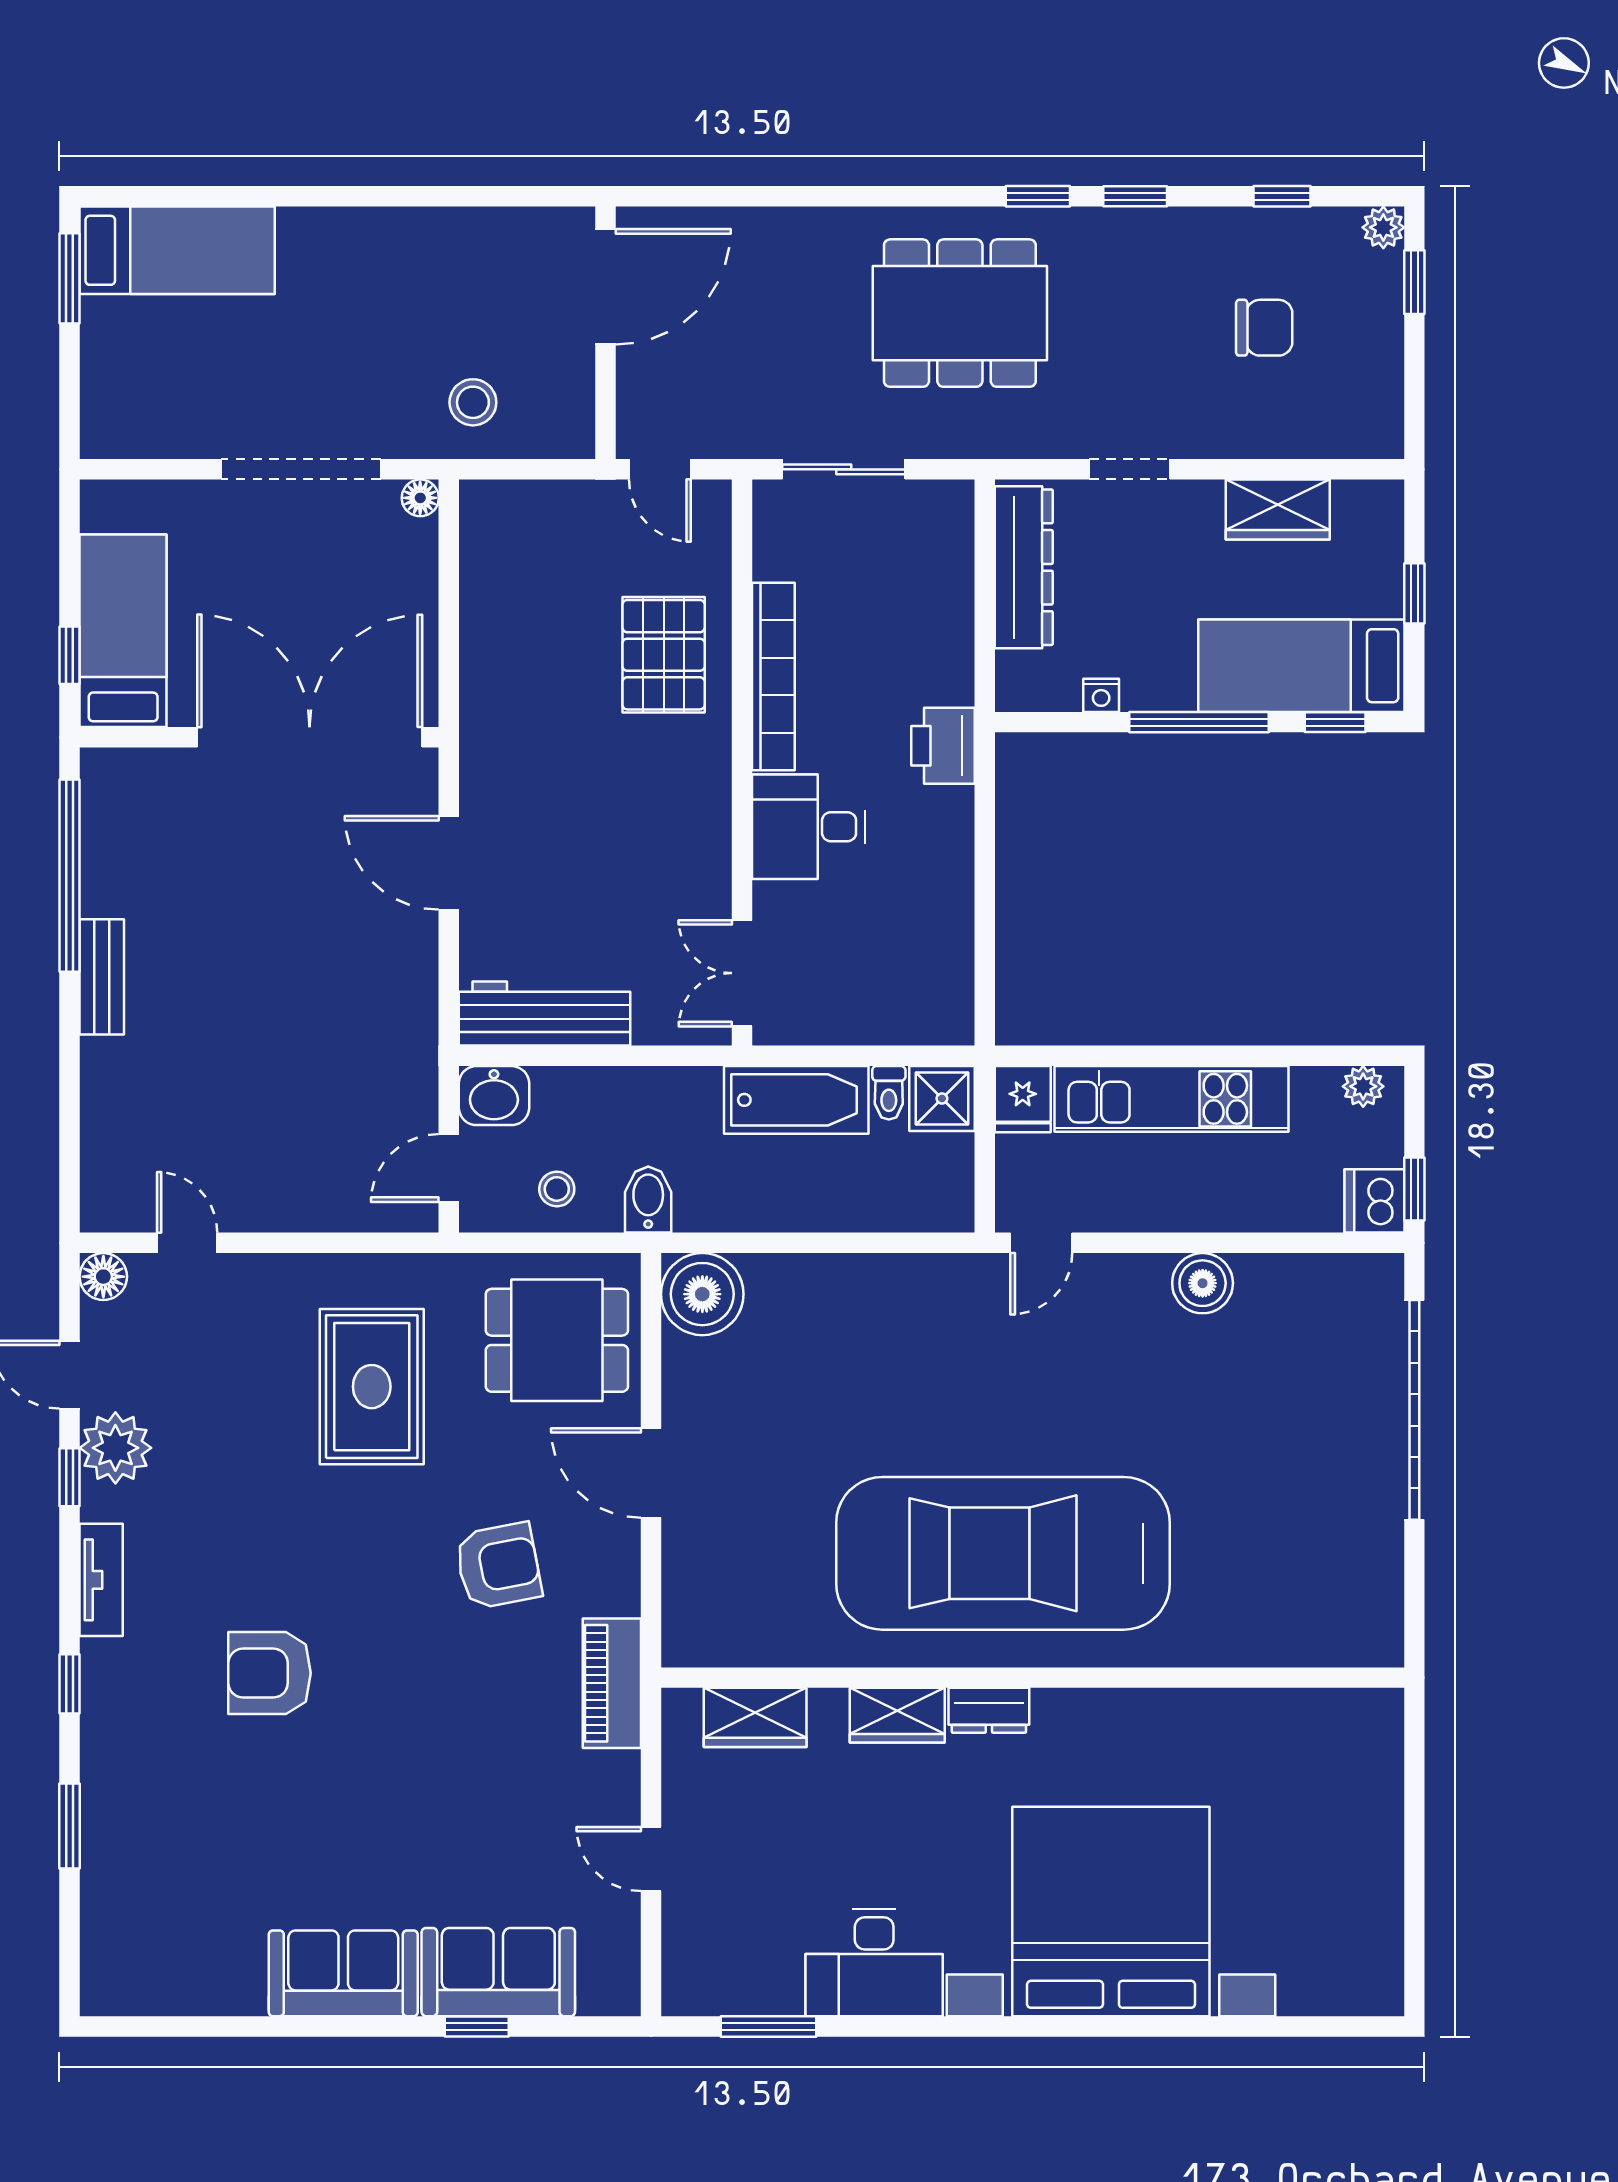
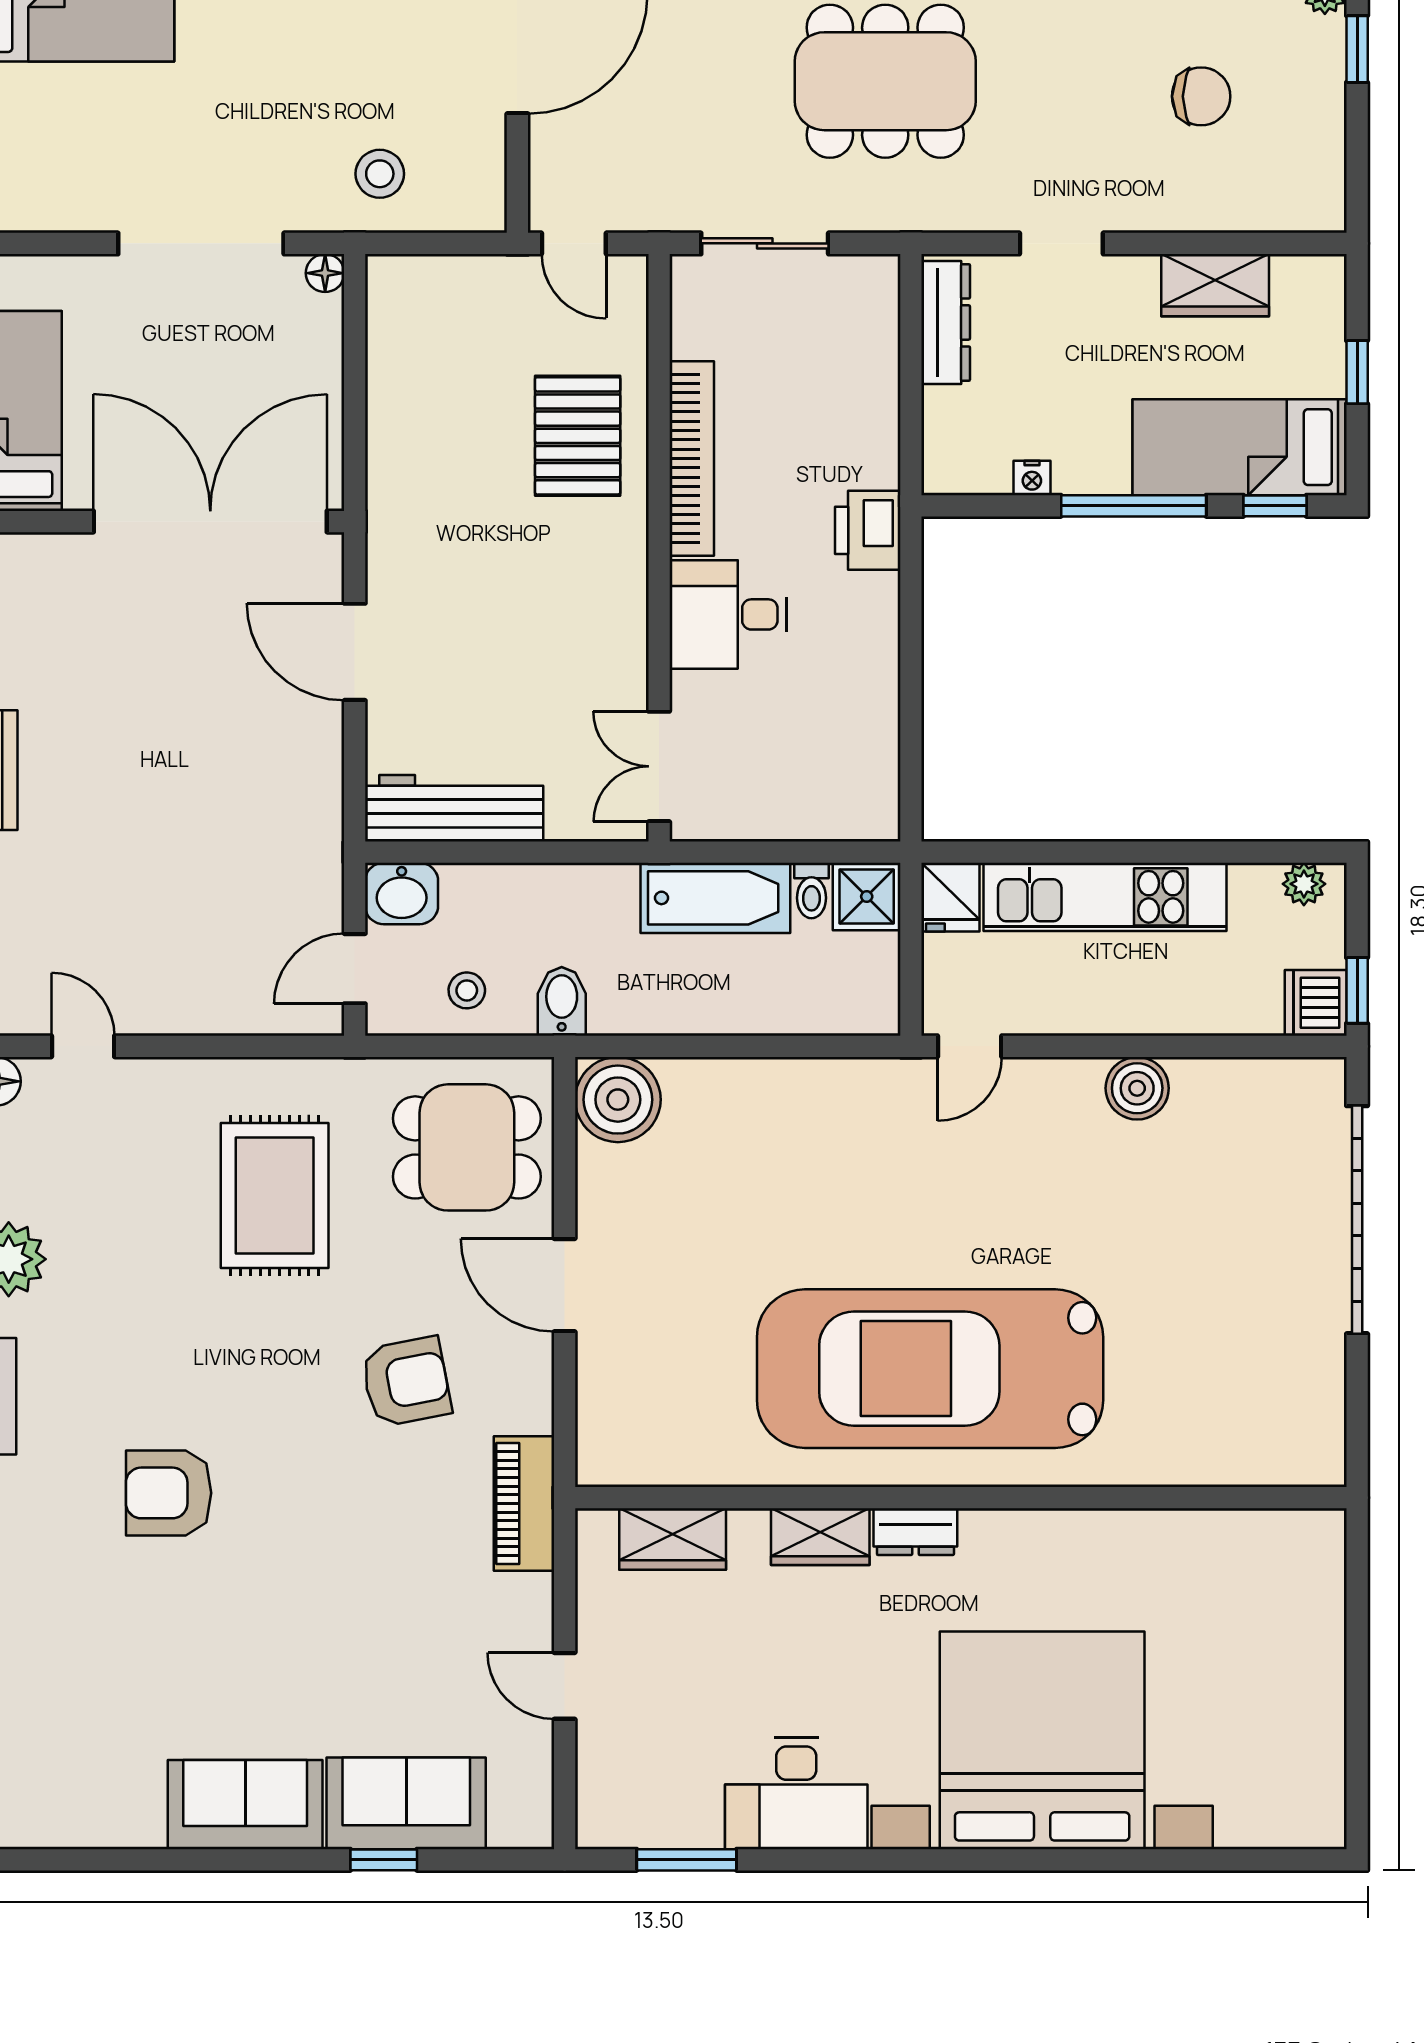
dresser: (1024, 567) -> (946, 322), width x0.73, depth x0.80

